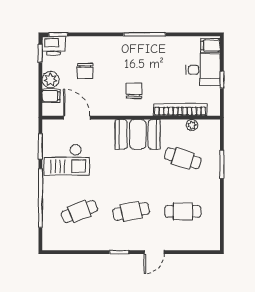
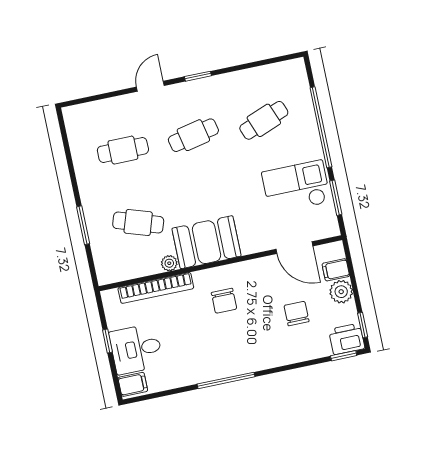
plant: (192, 125) -> (169, 263), moved

